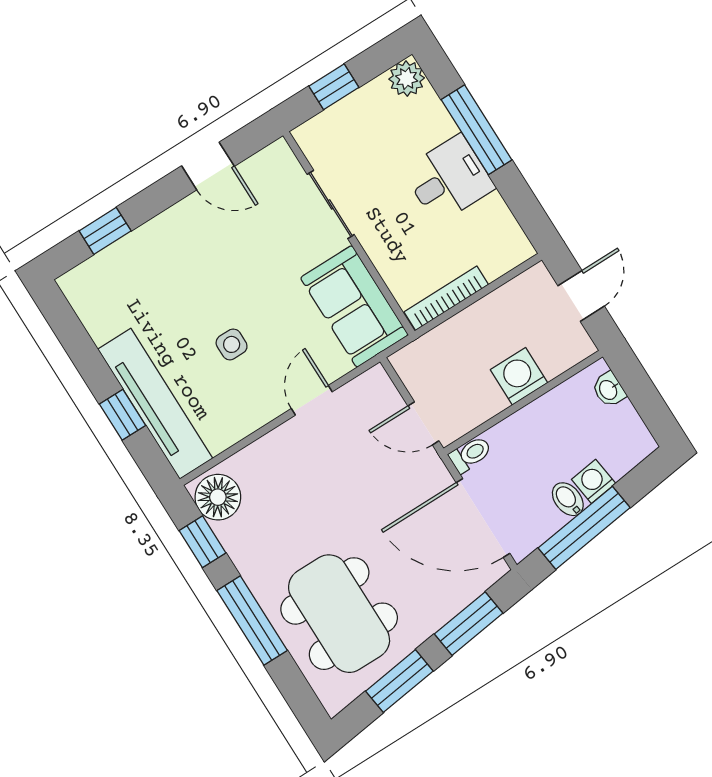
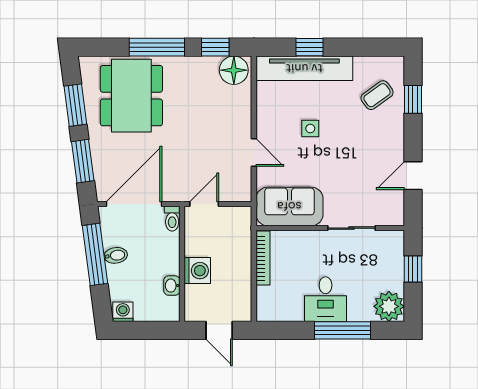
plant: (407, 79) -> (389, 306), width x1.36, depth x1.36
coffee table: (130, 283) -> (377, 95), added
washbasin: (609, 390) -> (172, 286), moved, turned -90
washing machine: (594, 481) -> (123, 312), moved, turned -83
dining table: (339, 614) -> (131, 96), turned 90

